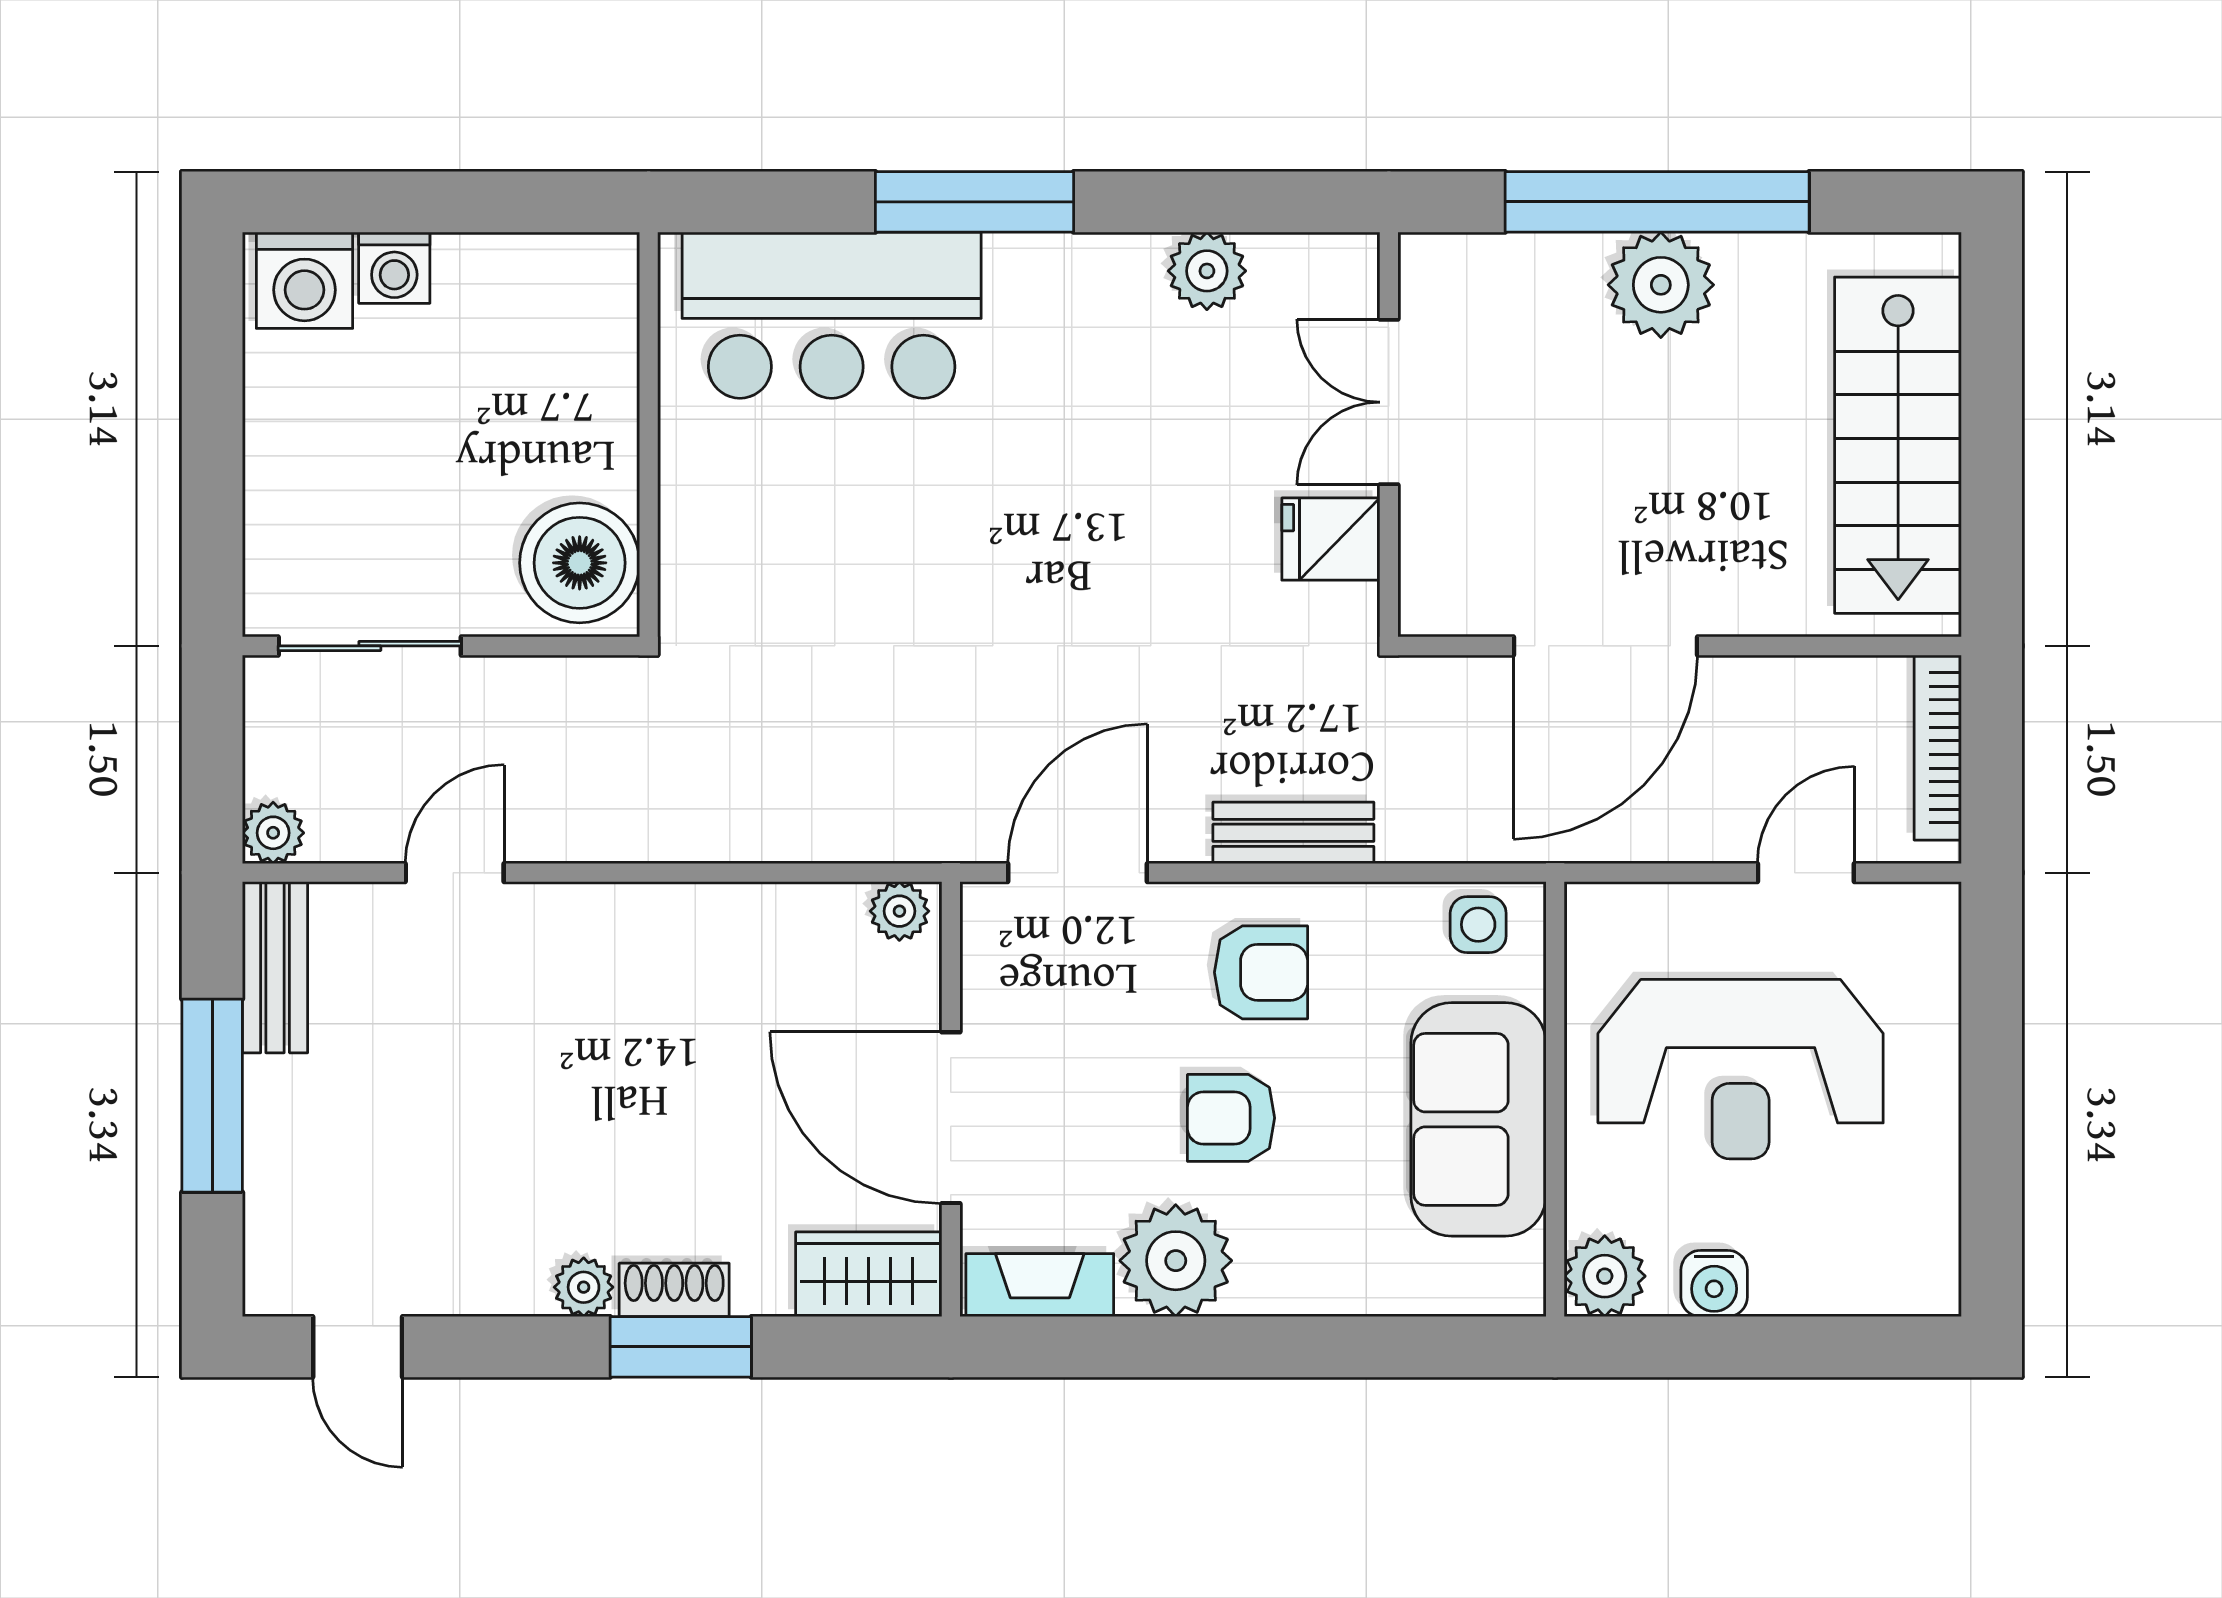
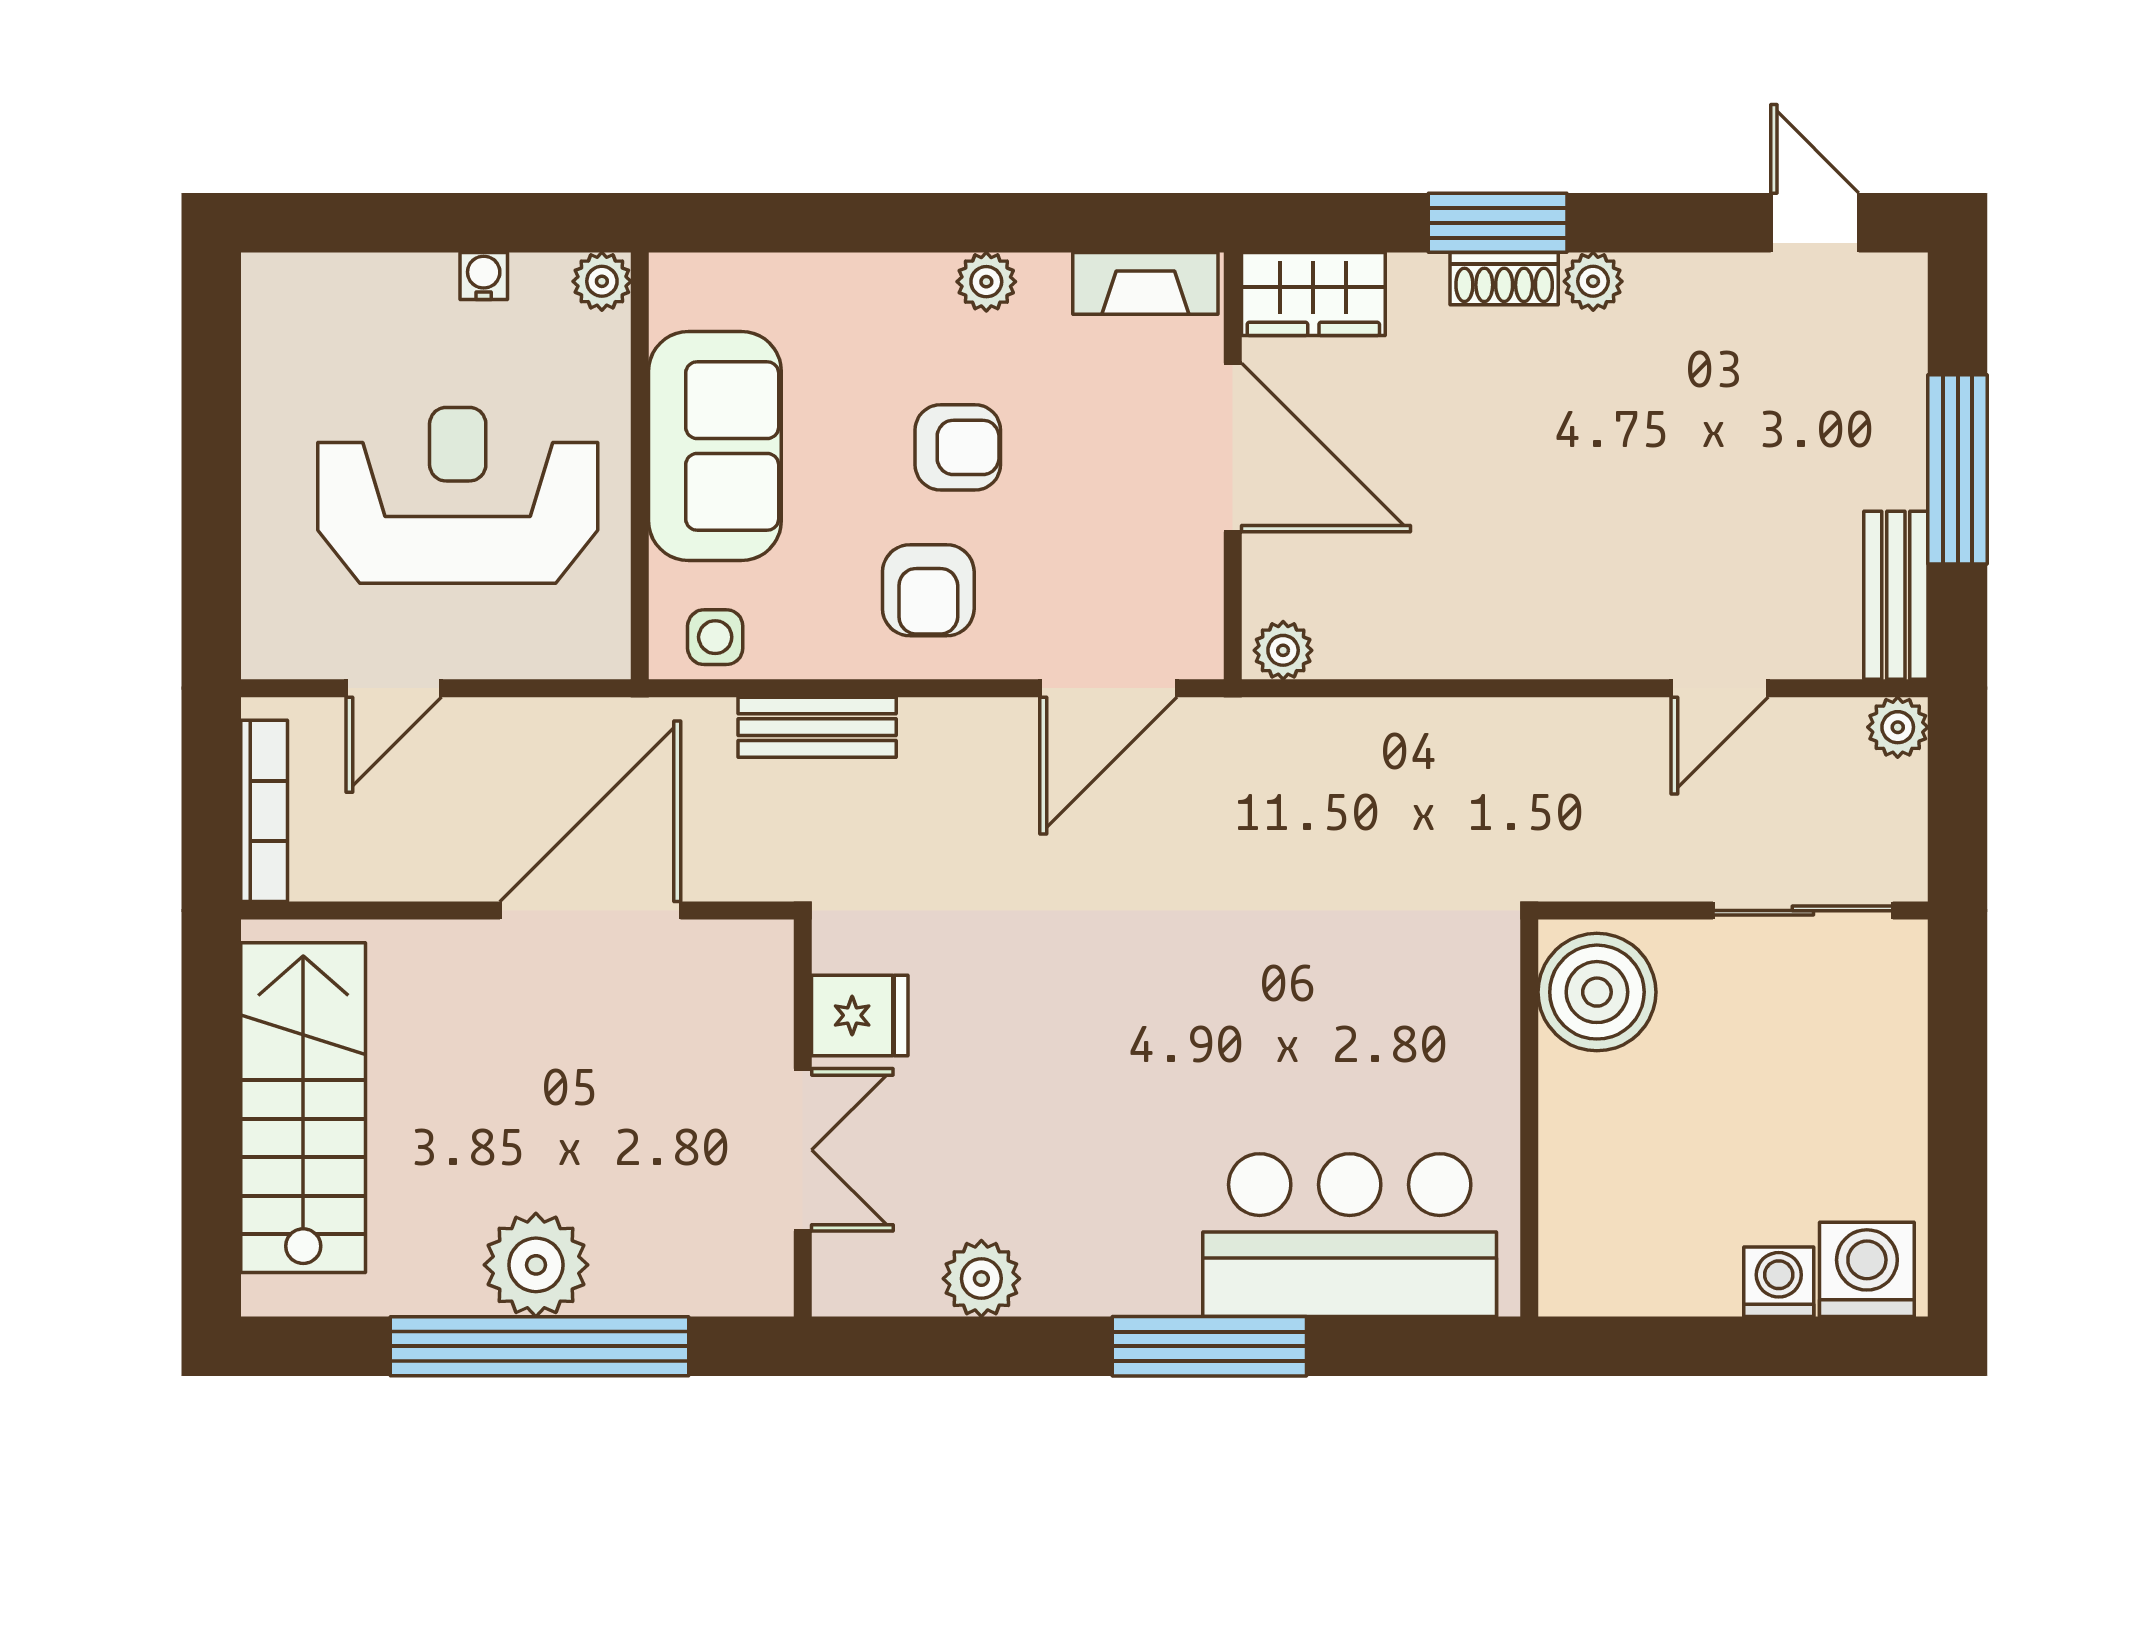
bench: (1293, 833) -> (817, 727), moved
armchair: (1261, 972) -> (928, 590), turned -90
plant: (1176, 1261) -> (986, 282), width x0.53, depth x0.53
plant: (1605, 1276) -> (602, 281), width x0.73, depth x0.73
water cooler: (1714, 1283) -> (484, 276), width x0.72, depth x0.72

